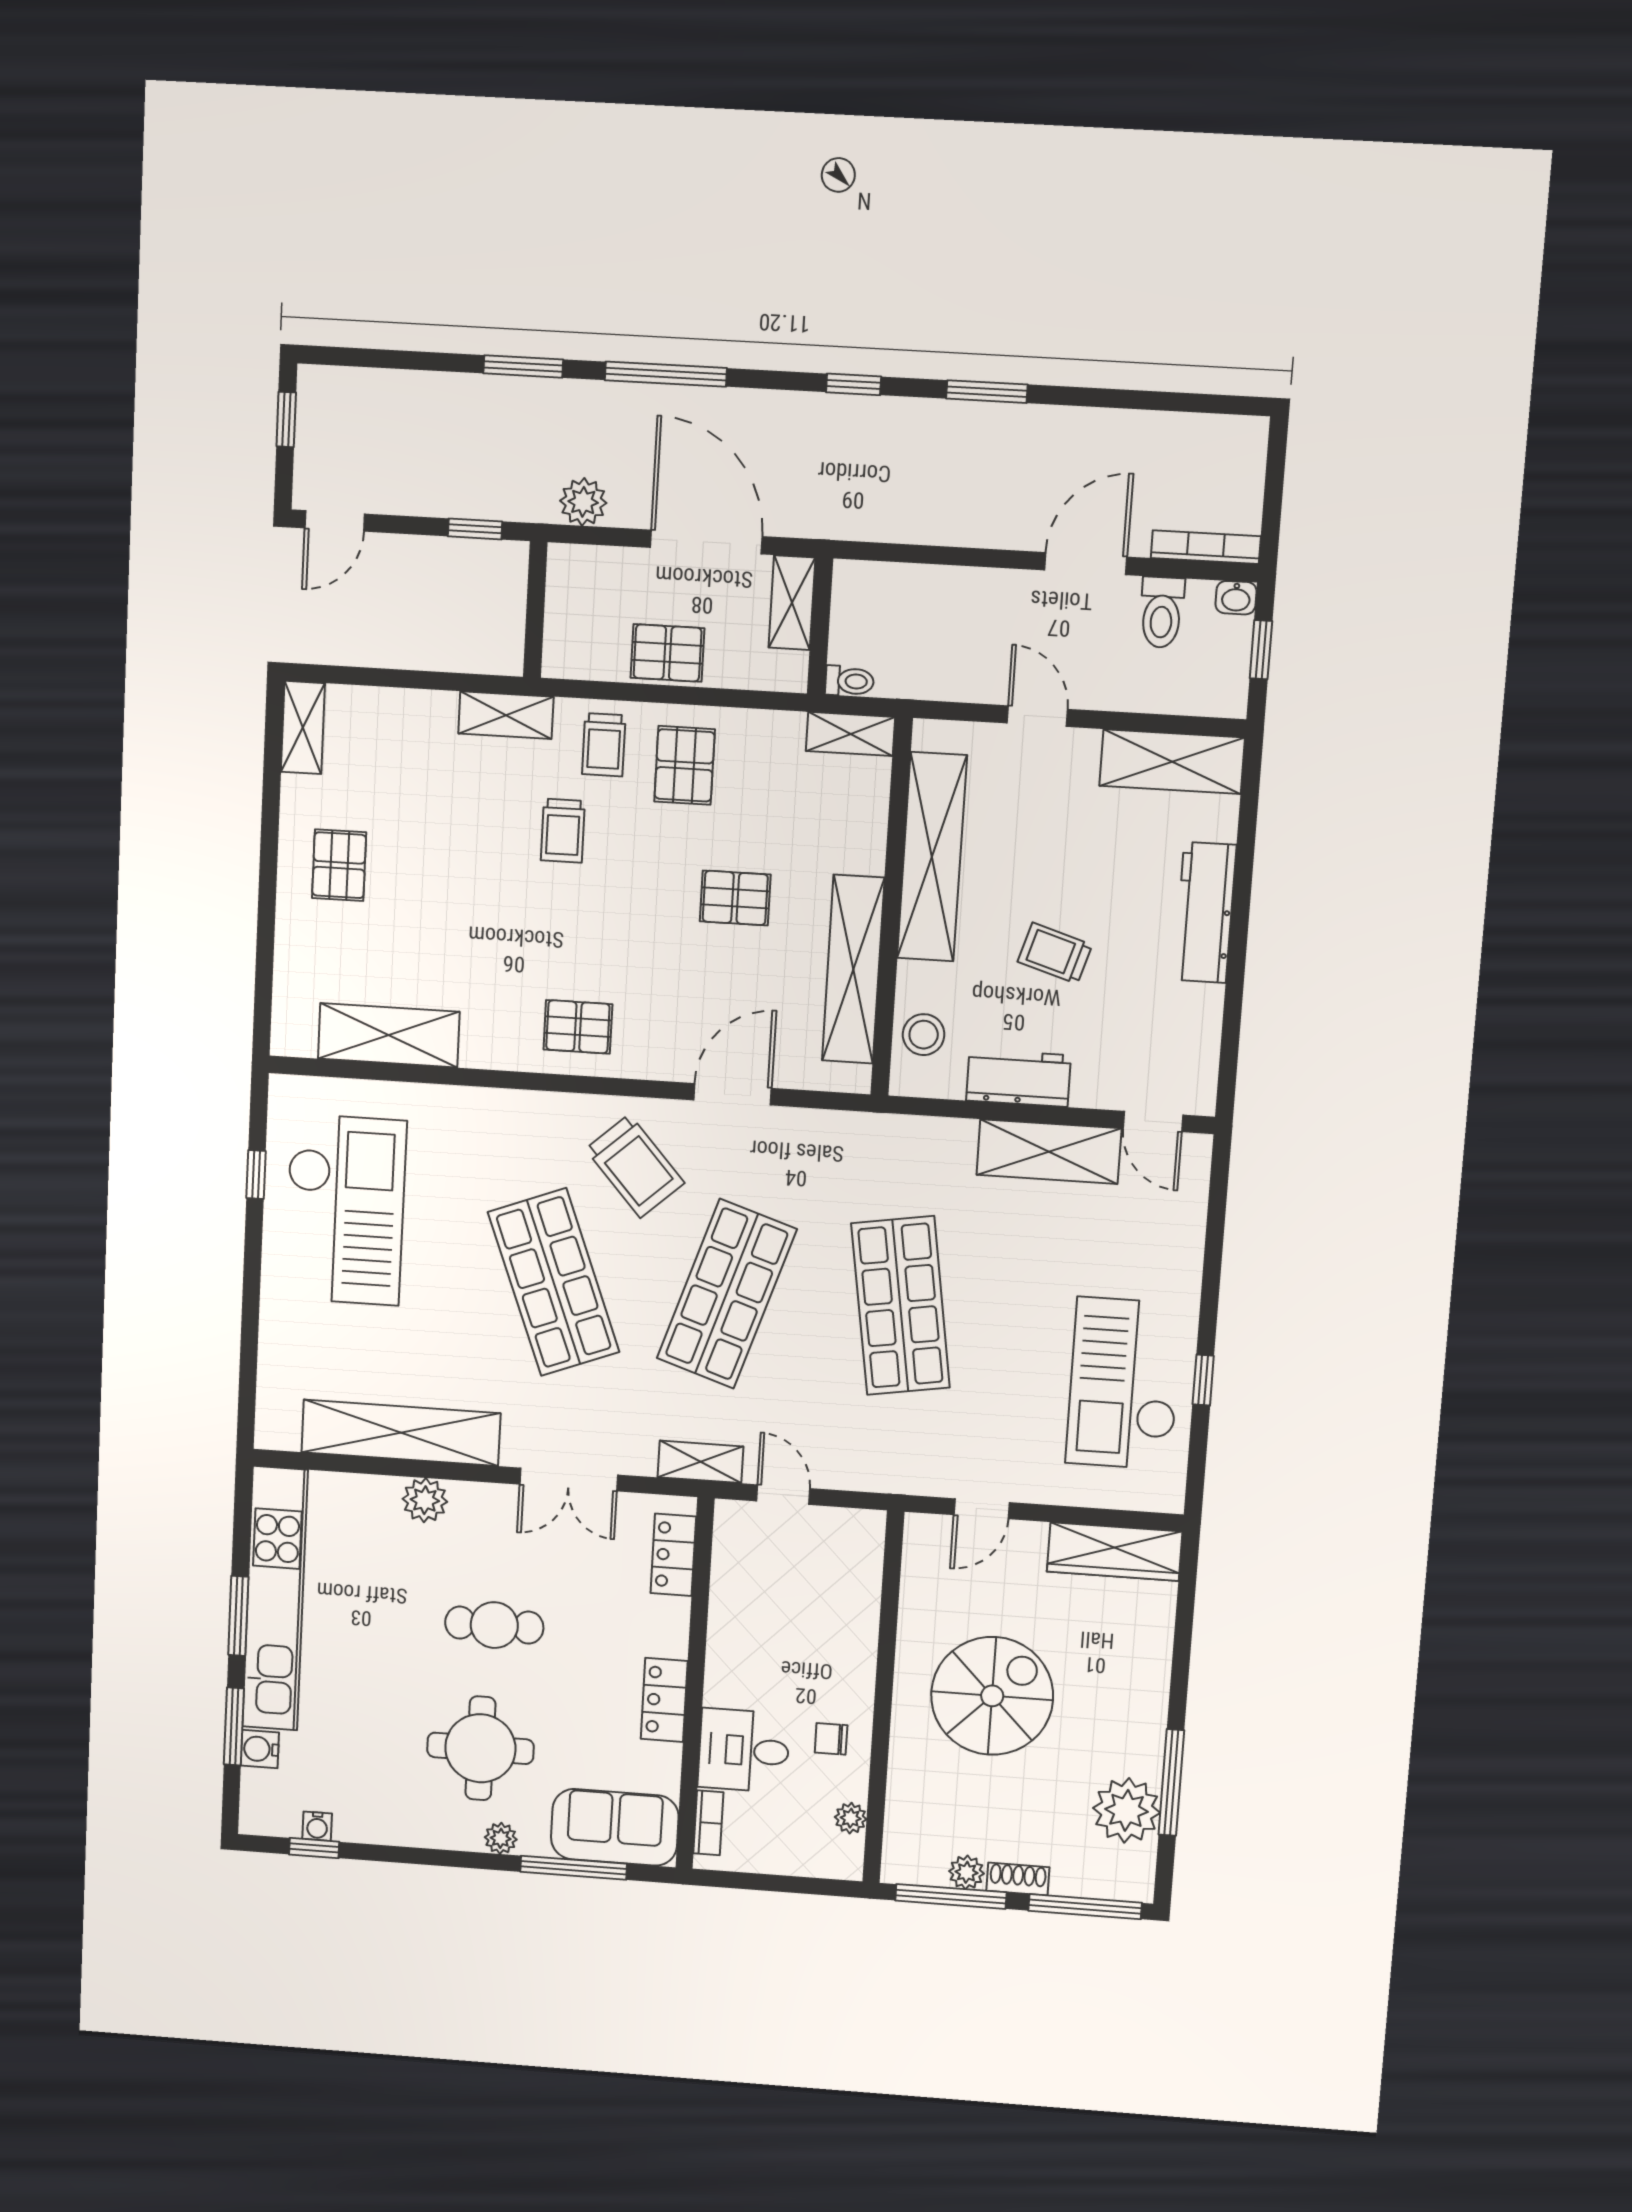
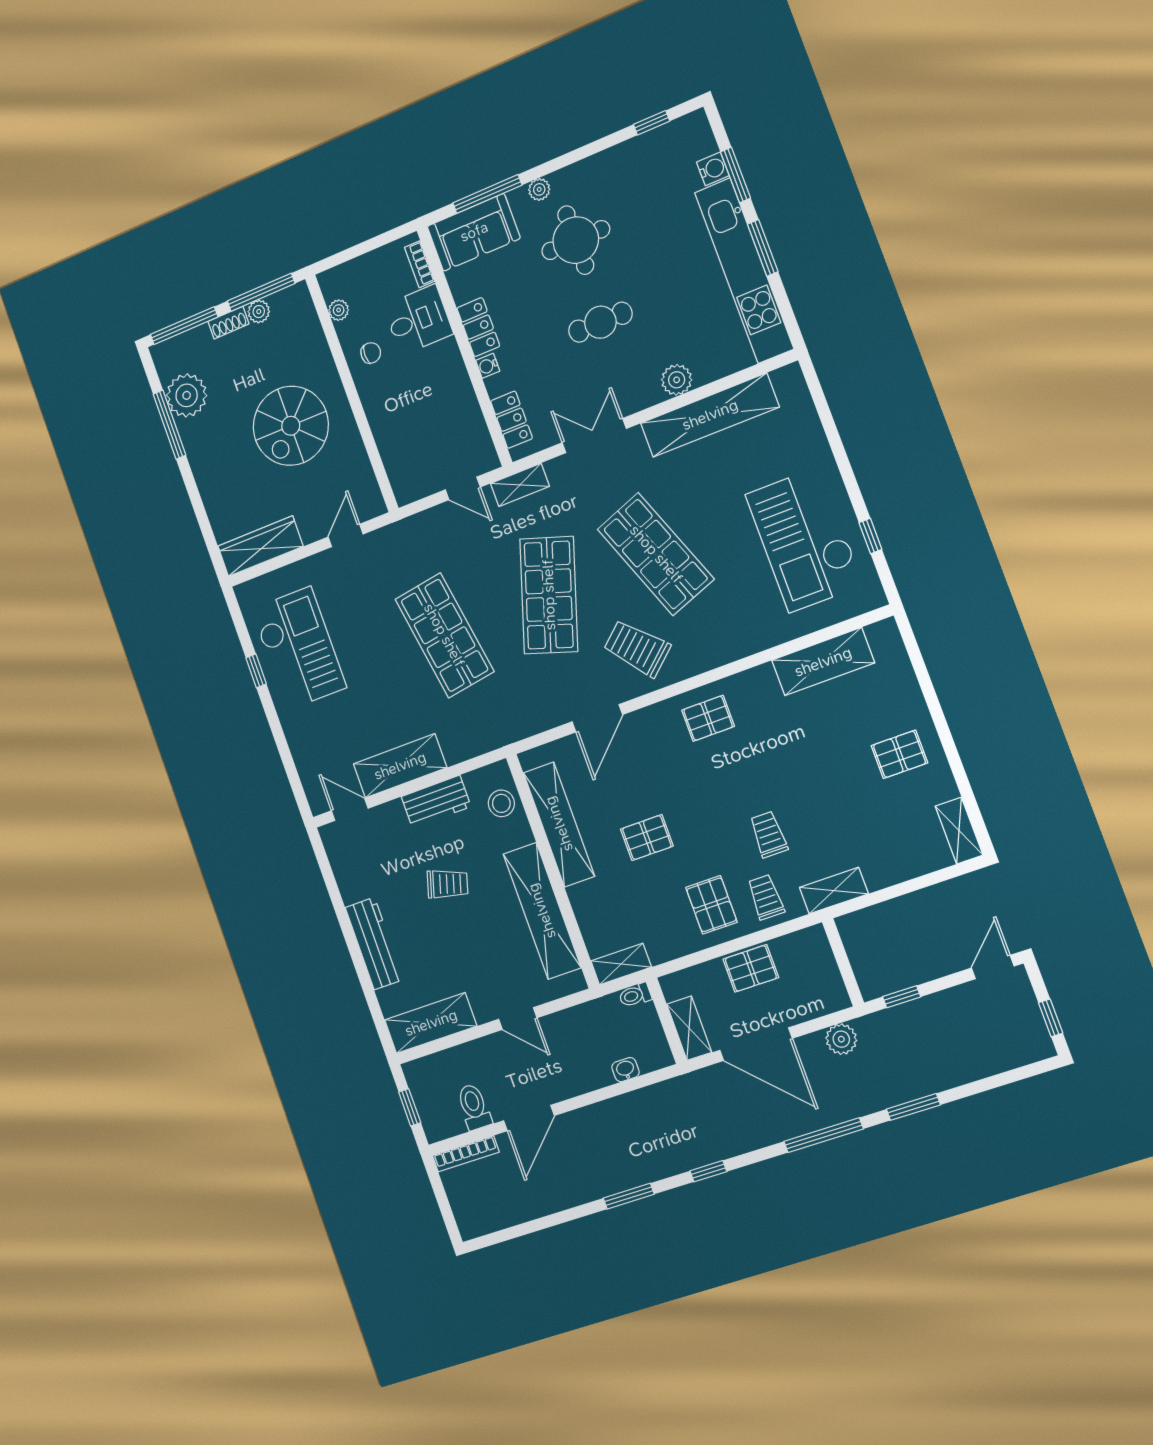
washbasin: (1236, 598) -> (625, 1070), moved
pallet: (339, 865) -> (899, 754), turned 90
water cooler: (317, 1826) -> (488, 366), moved, turned -90

